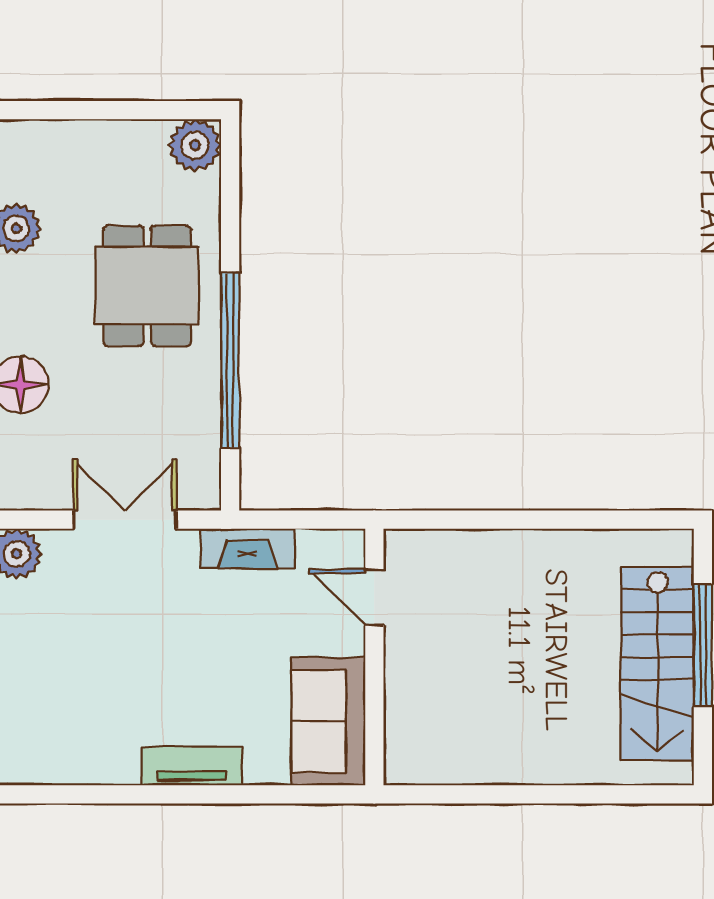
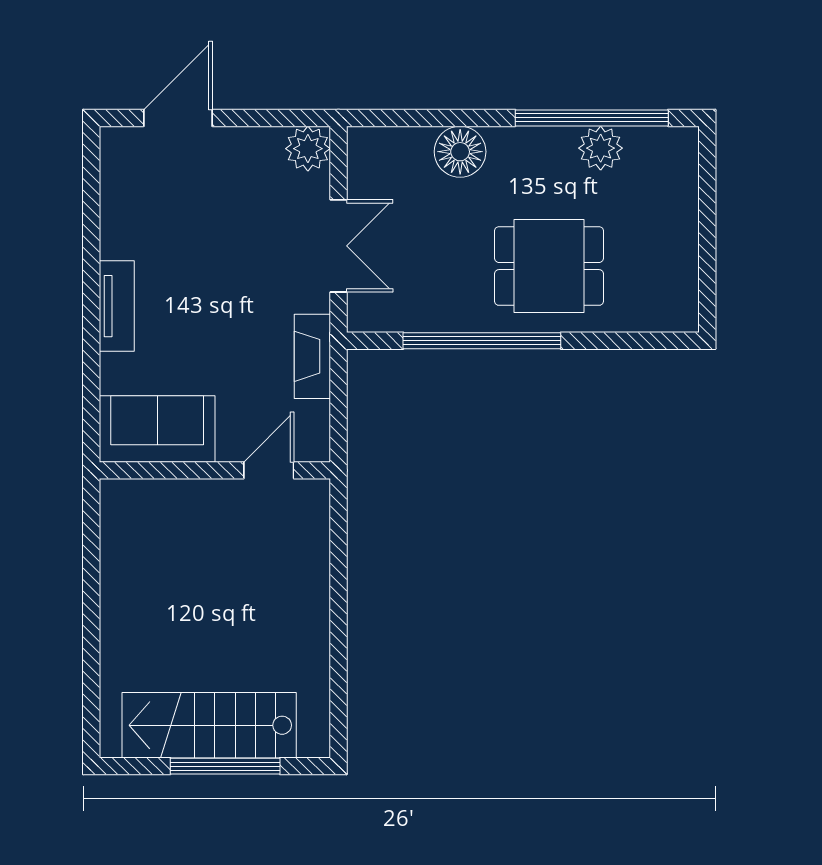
plant: (195, 145) -> (676, 309), removed

